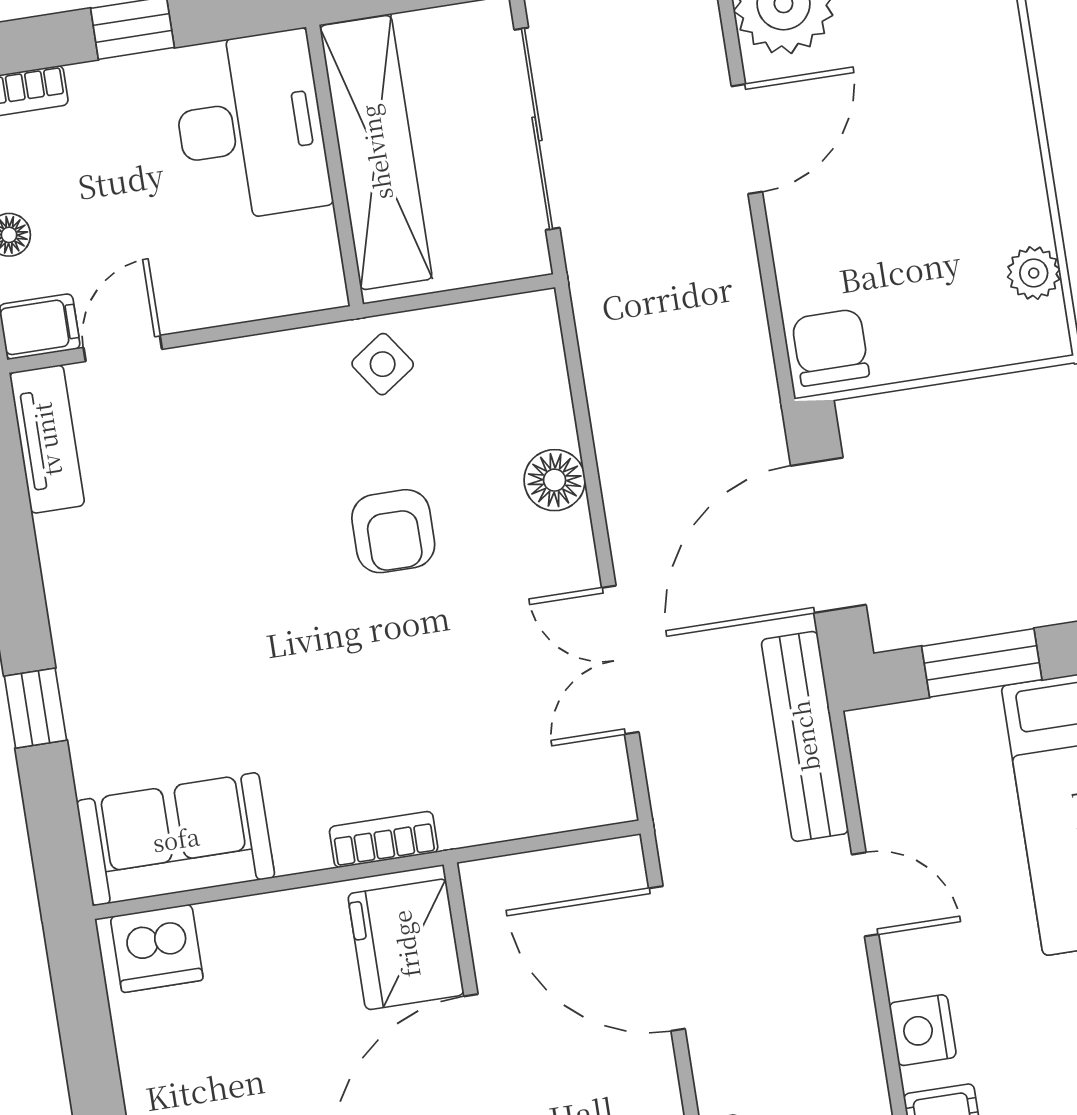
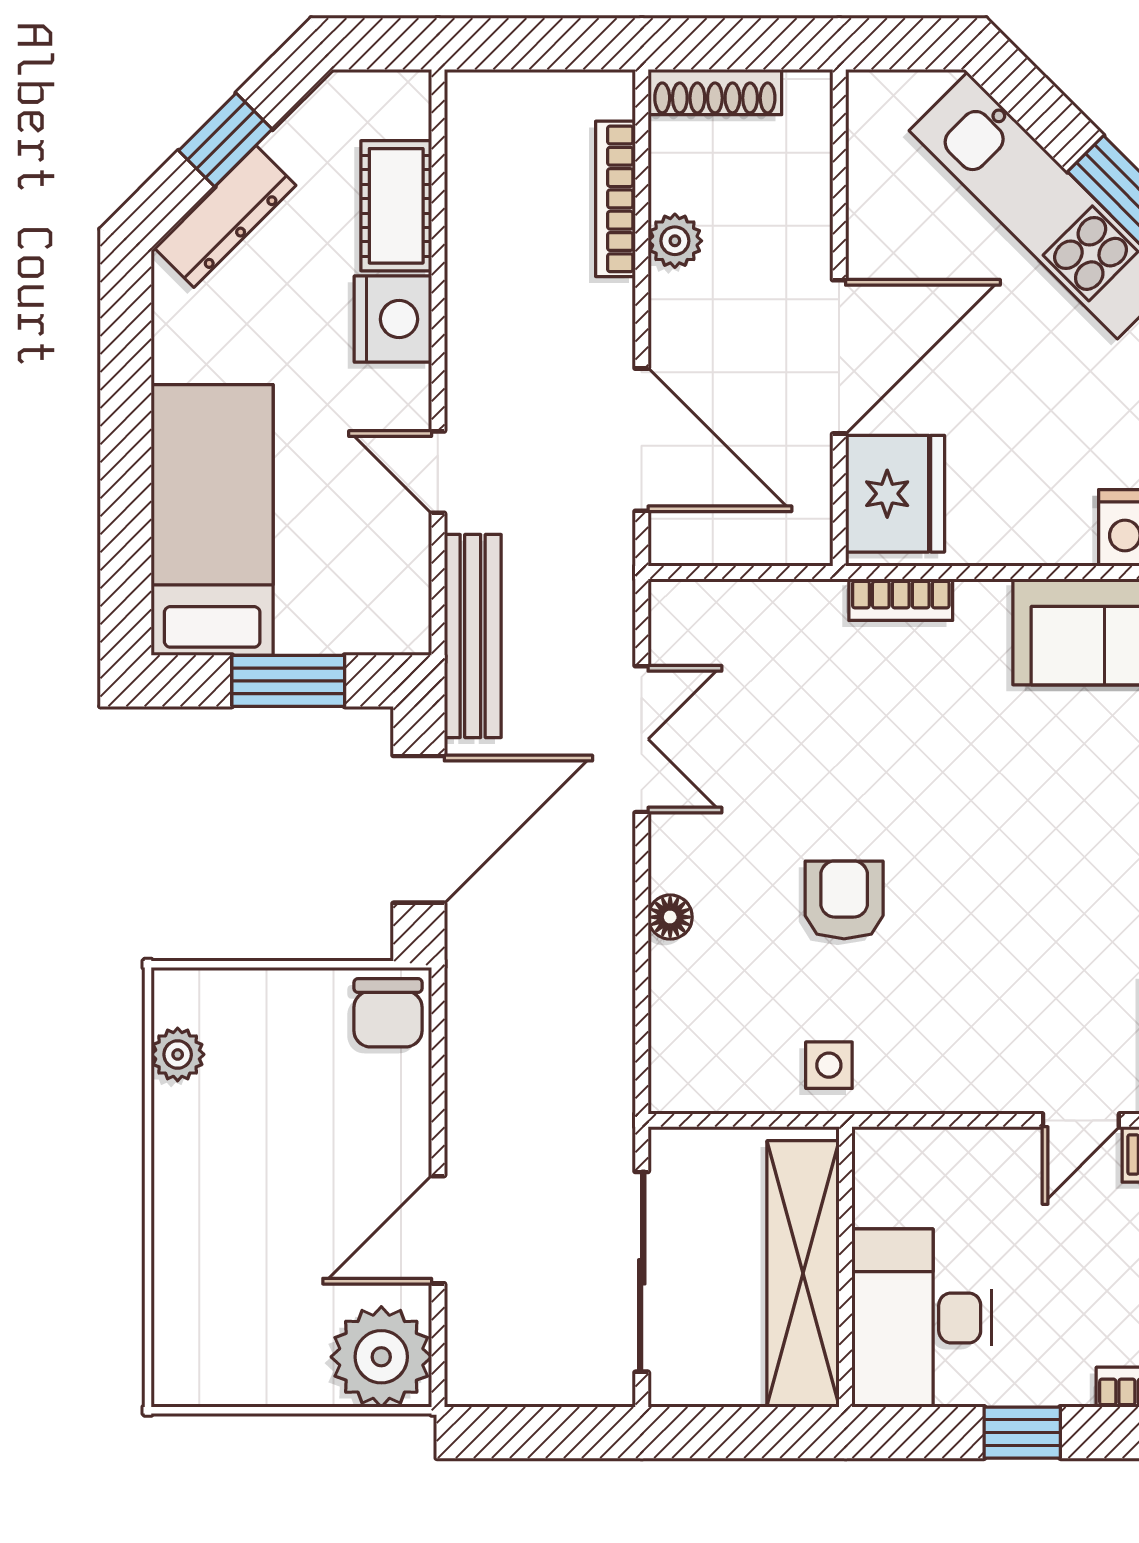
side table: (383, 364) -> (829, 1065), turned 35
floor lamp: (555, 480) -> (670, 917), width x0.73, depth x0.73
nightstand: (923, 1030) -> (393, 319), width x1.36, depth x1.33

